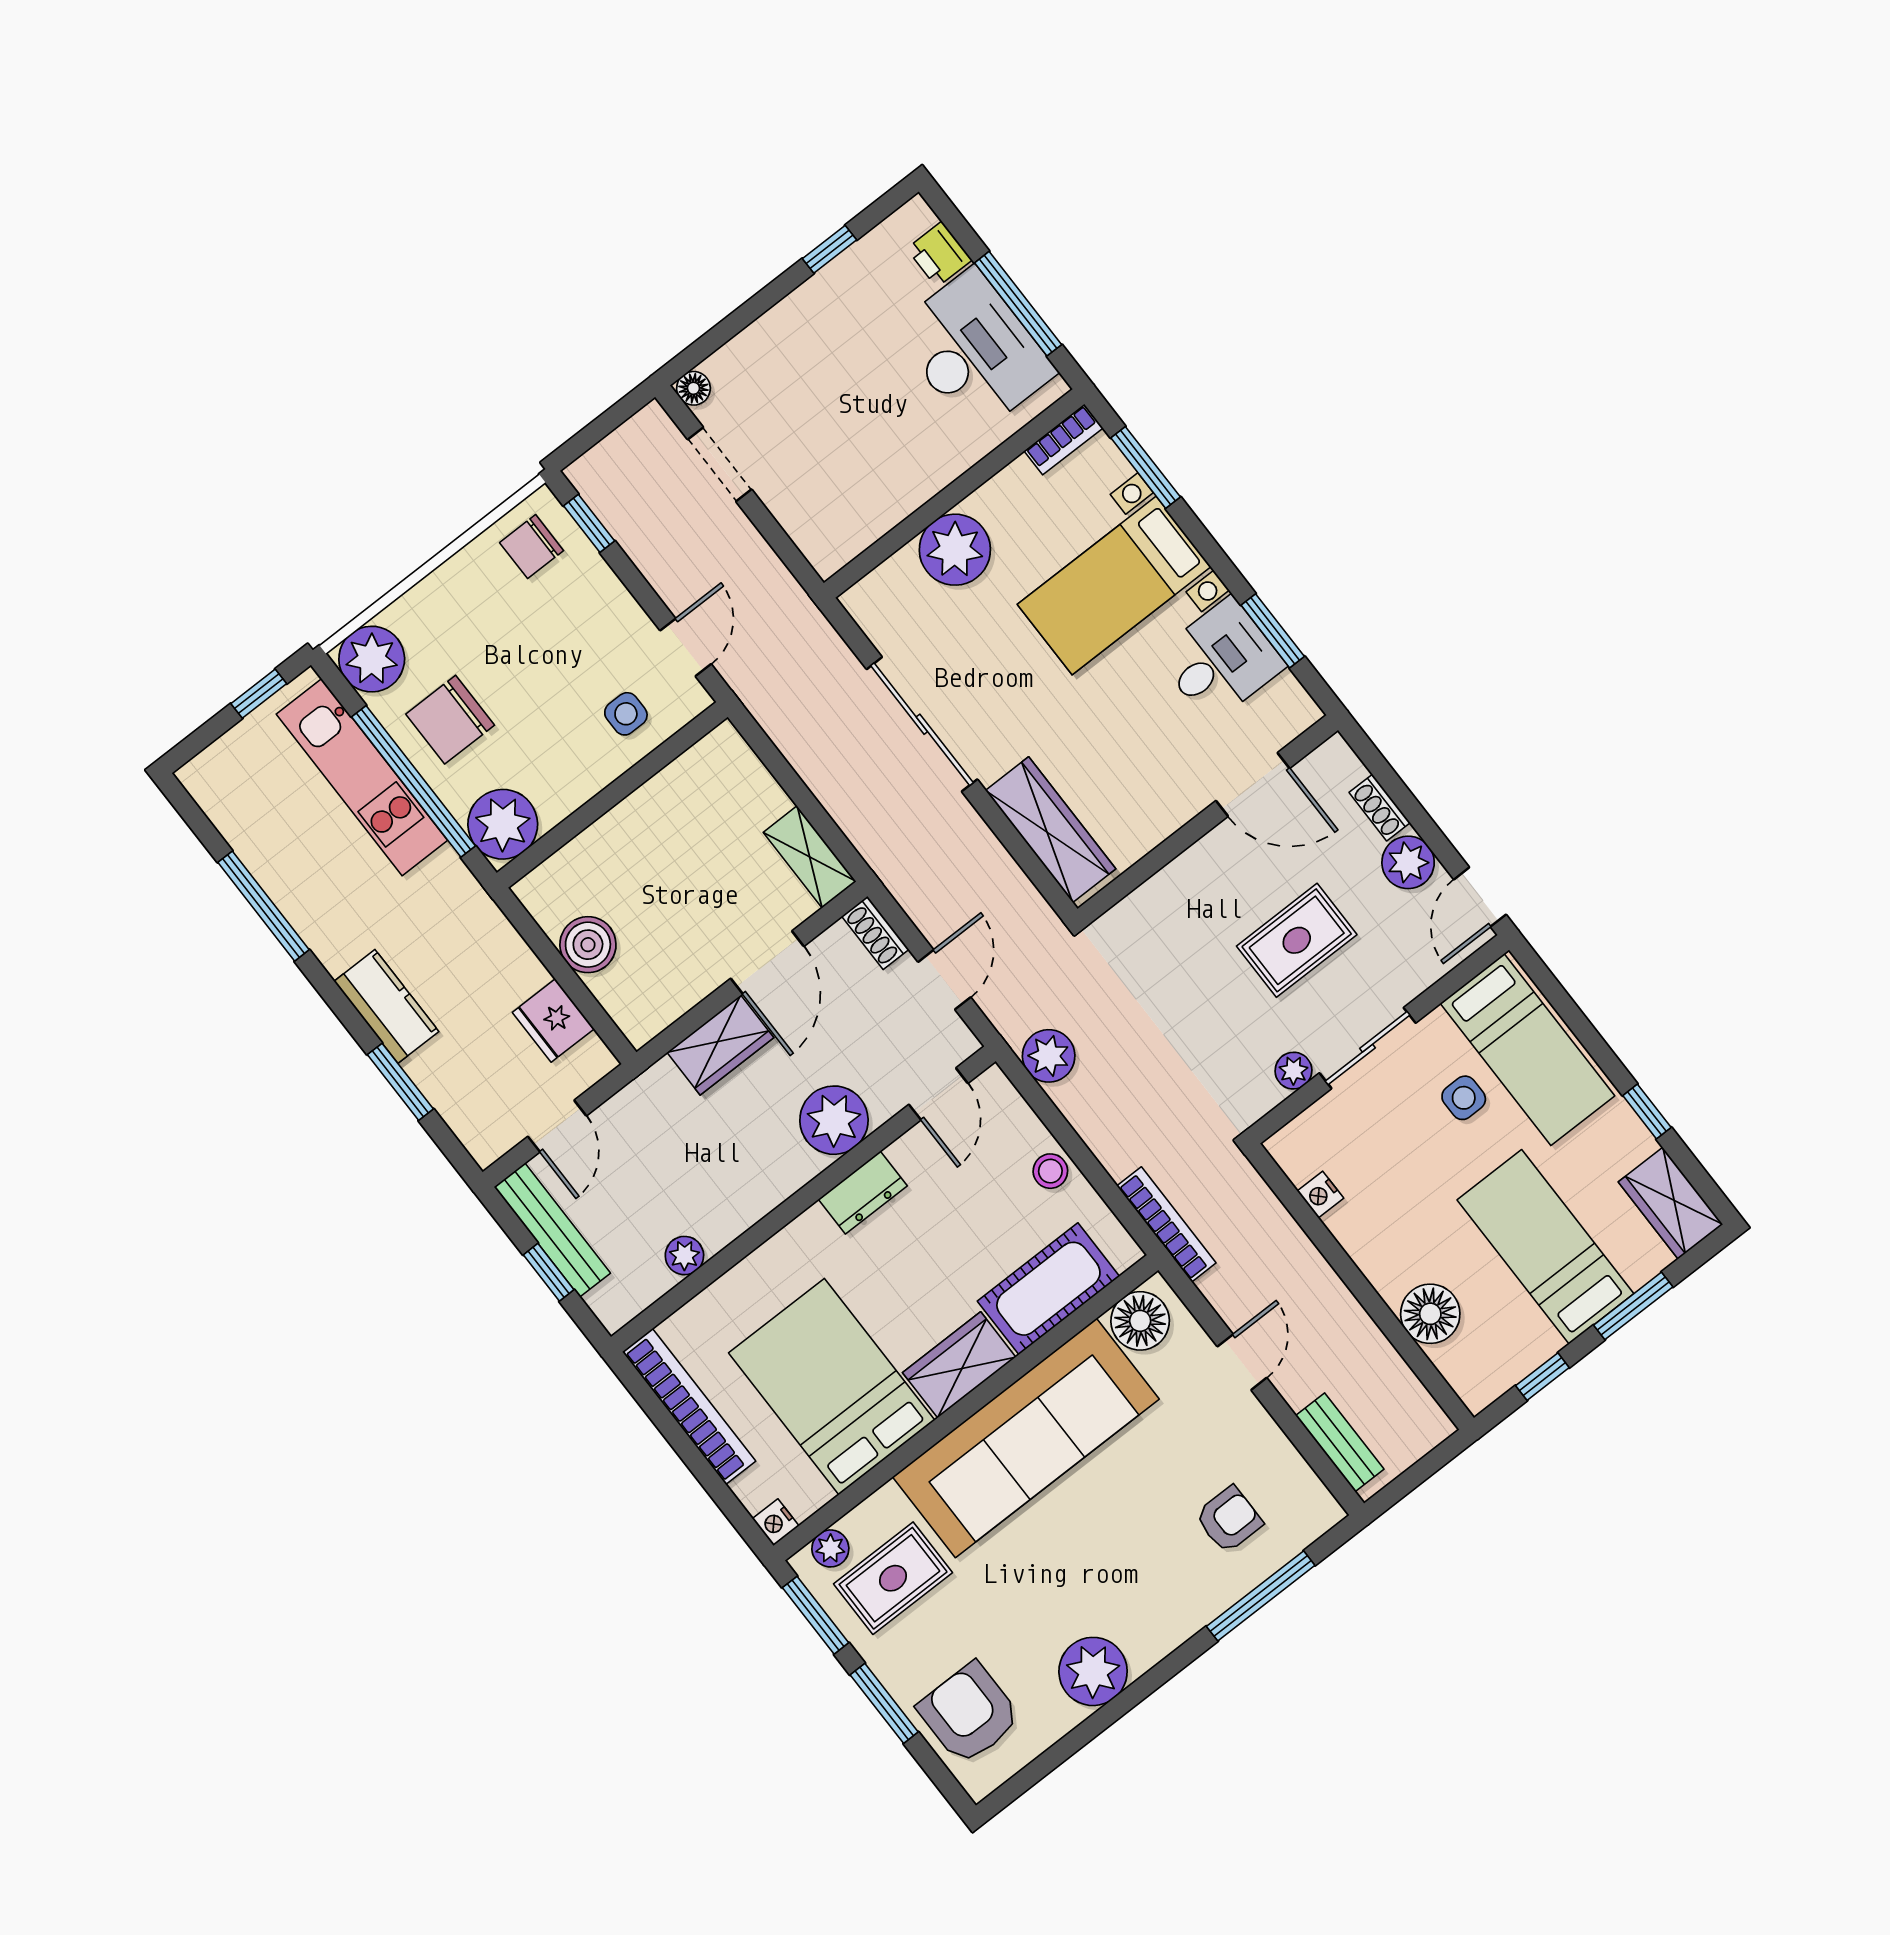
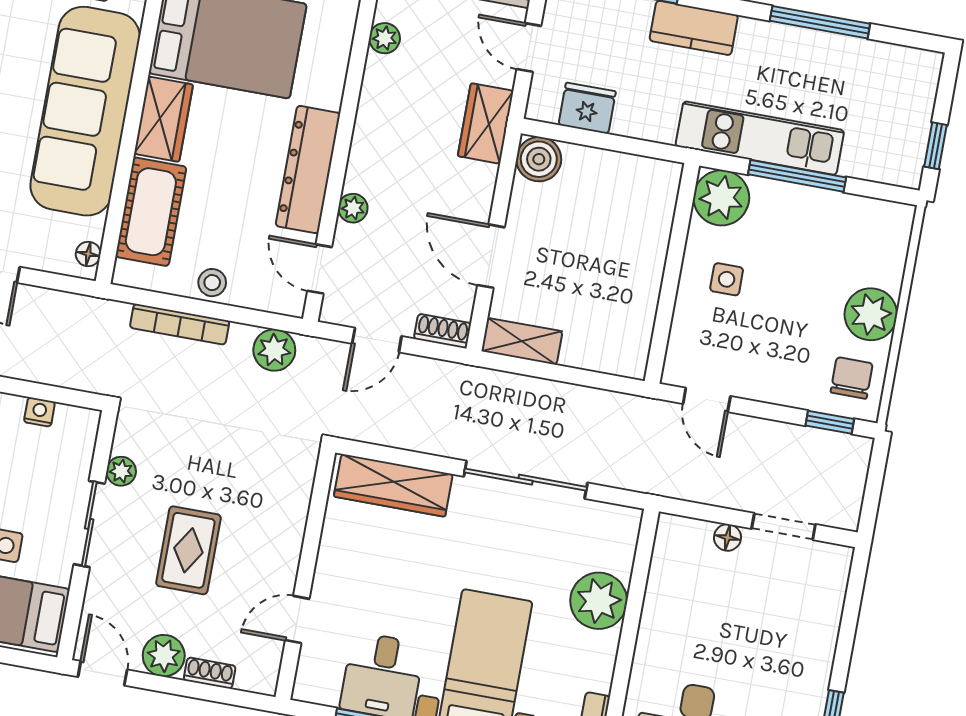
floor lamp: (693, 388) -> (727, 537), moved
plant: (372, 659) -> (871, 314), moved
side table: (626, 714) -> (727, 279), moved
chair: (450, 720) -> (808, 232), removed
kitchen unit: (362, 777) -> (760, 138), moved
window: (414, 781) -> (797, 176), width x0.68
door: (1253, 784) -> (297, 619), width x0.73
boiler: (588, 945) -> (539, 159), moved
door: (944, 980) -> (377, 340), hinge flipped
wardrobe: (720, 1045) -> (486, 123), moved
plant: (834, 1120) -> (353, 208), width x0.53, depth x0.53
dresser: (863, 1193) -> (308, 170), width x1.96, depth x1.24
bookcase: (1166, 1224) -> (180, 324), moved
floor lamp: (1140, 1321) -> (88, 254), width x0.53, depth x0.53

